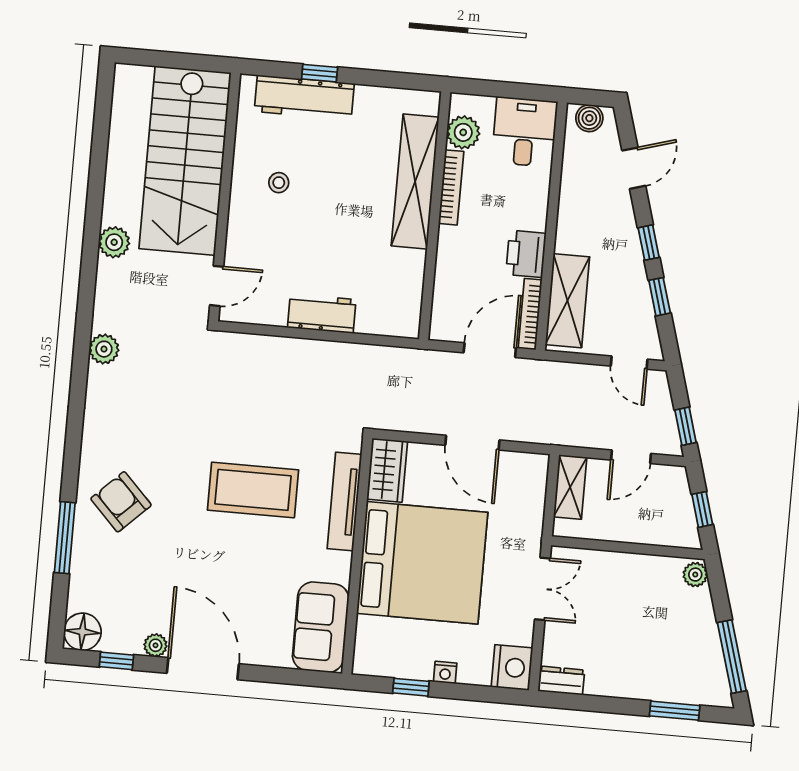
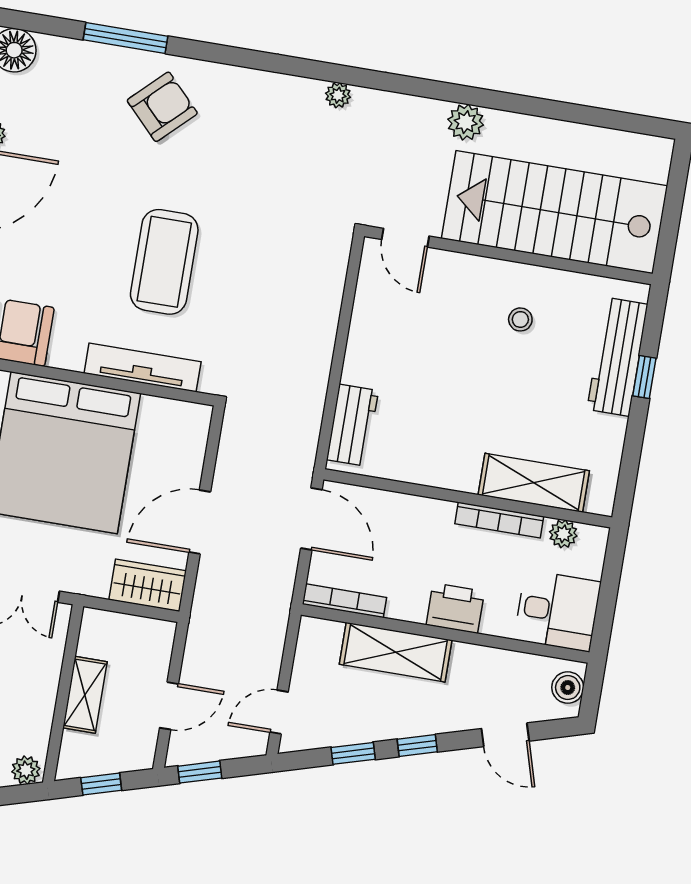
plant: (463, 132) -> (563, 534), width x0.73, depth x0.73
shelving: (415, 182) -> (534, 483), width x0.68
printer: (526, 254) -> (455, 608), moved
shelving: (567, 301) -> (396, 652), moved
workbench: (322, 314) -> (353, 425), moved
plant: (104, 349) -> (338, 95), width x0.73, depth x0.73
door: (490, 350) -> (311, 519), moved
door: (631, 457) -> (169, 706), swing flipped
wardrobe: (387, 470) -> (148, 585), moved, turned 180
shelving: (570, 487) -> (85, 695), moved, turned 90

